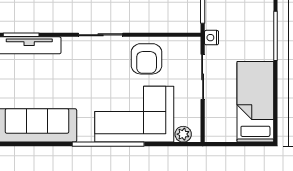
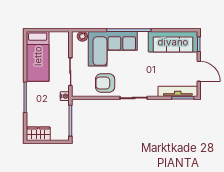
armchair: (147, 59) -> (105, 83), turned -90

